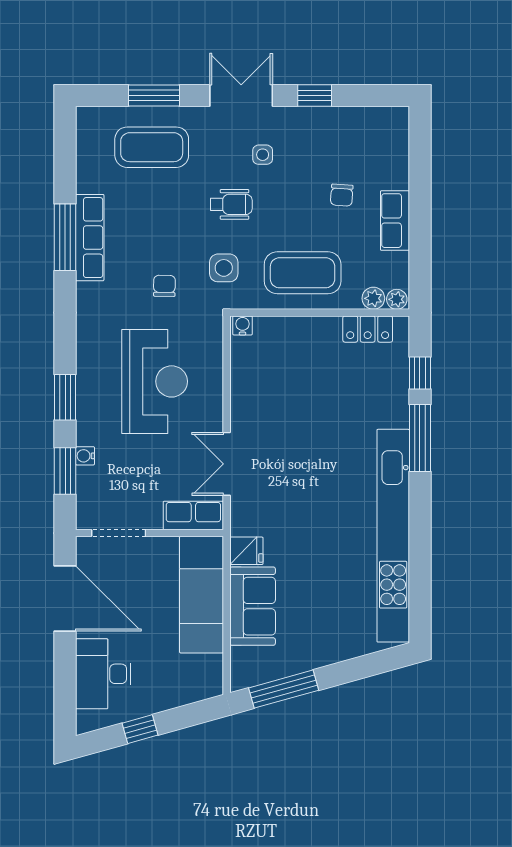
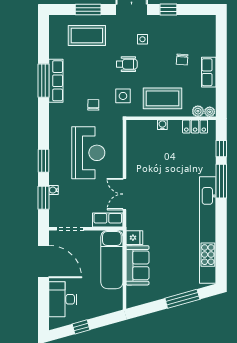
water cooler: (242, 325) -> (162, 125), moved
window: (284, 689) -> (182, 299), moved

